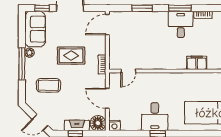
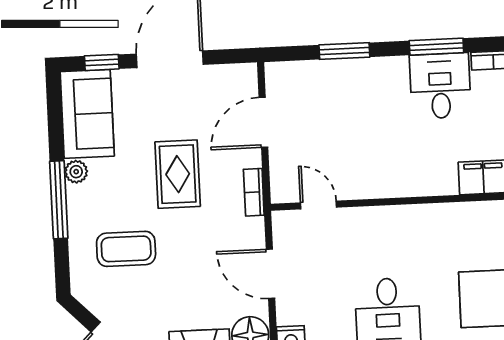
door: (107, 24) -> (263, 122), moved
rug: (71, 56) -> (178, 174), turned 90
door: (128, 71) -> (318, 205), swing flipped

